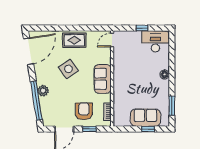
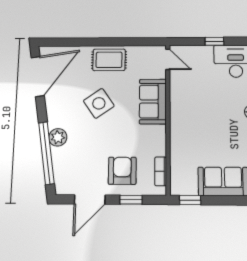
door: (112, 40) -> (168, 59), swing flipped
sofa: (103, 79) -> (153, 101), moved
window: (148, 129) -> (190, 200), moved

